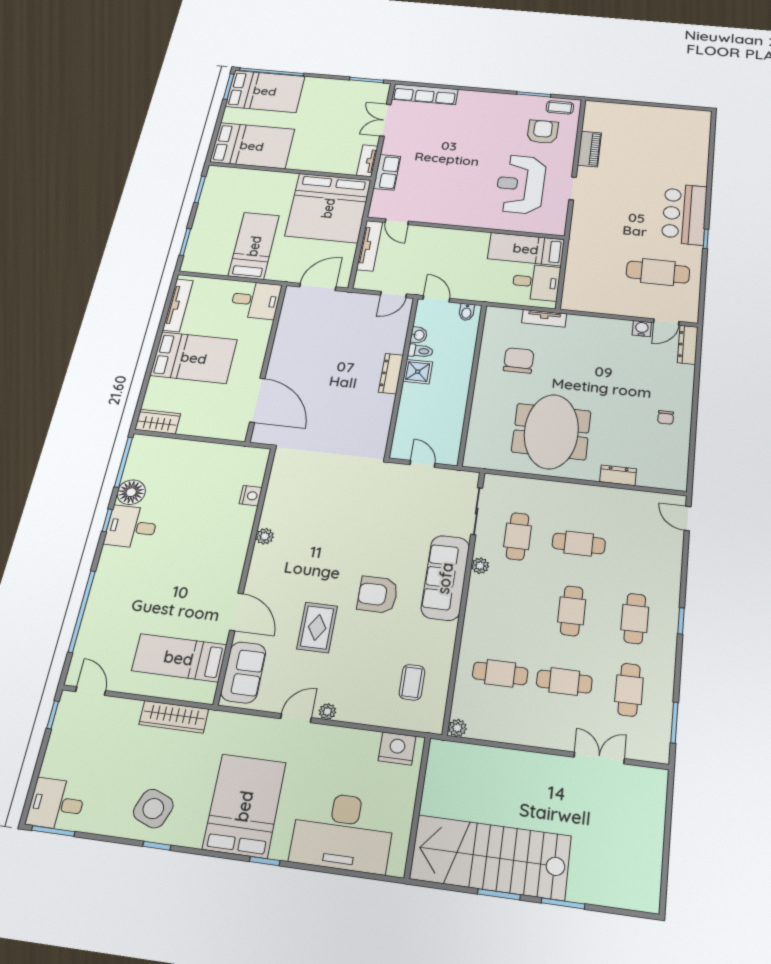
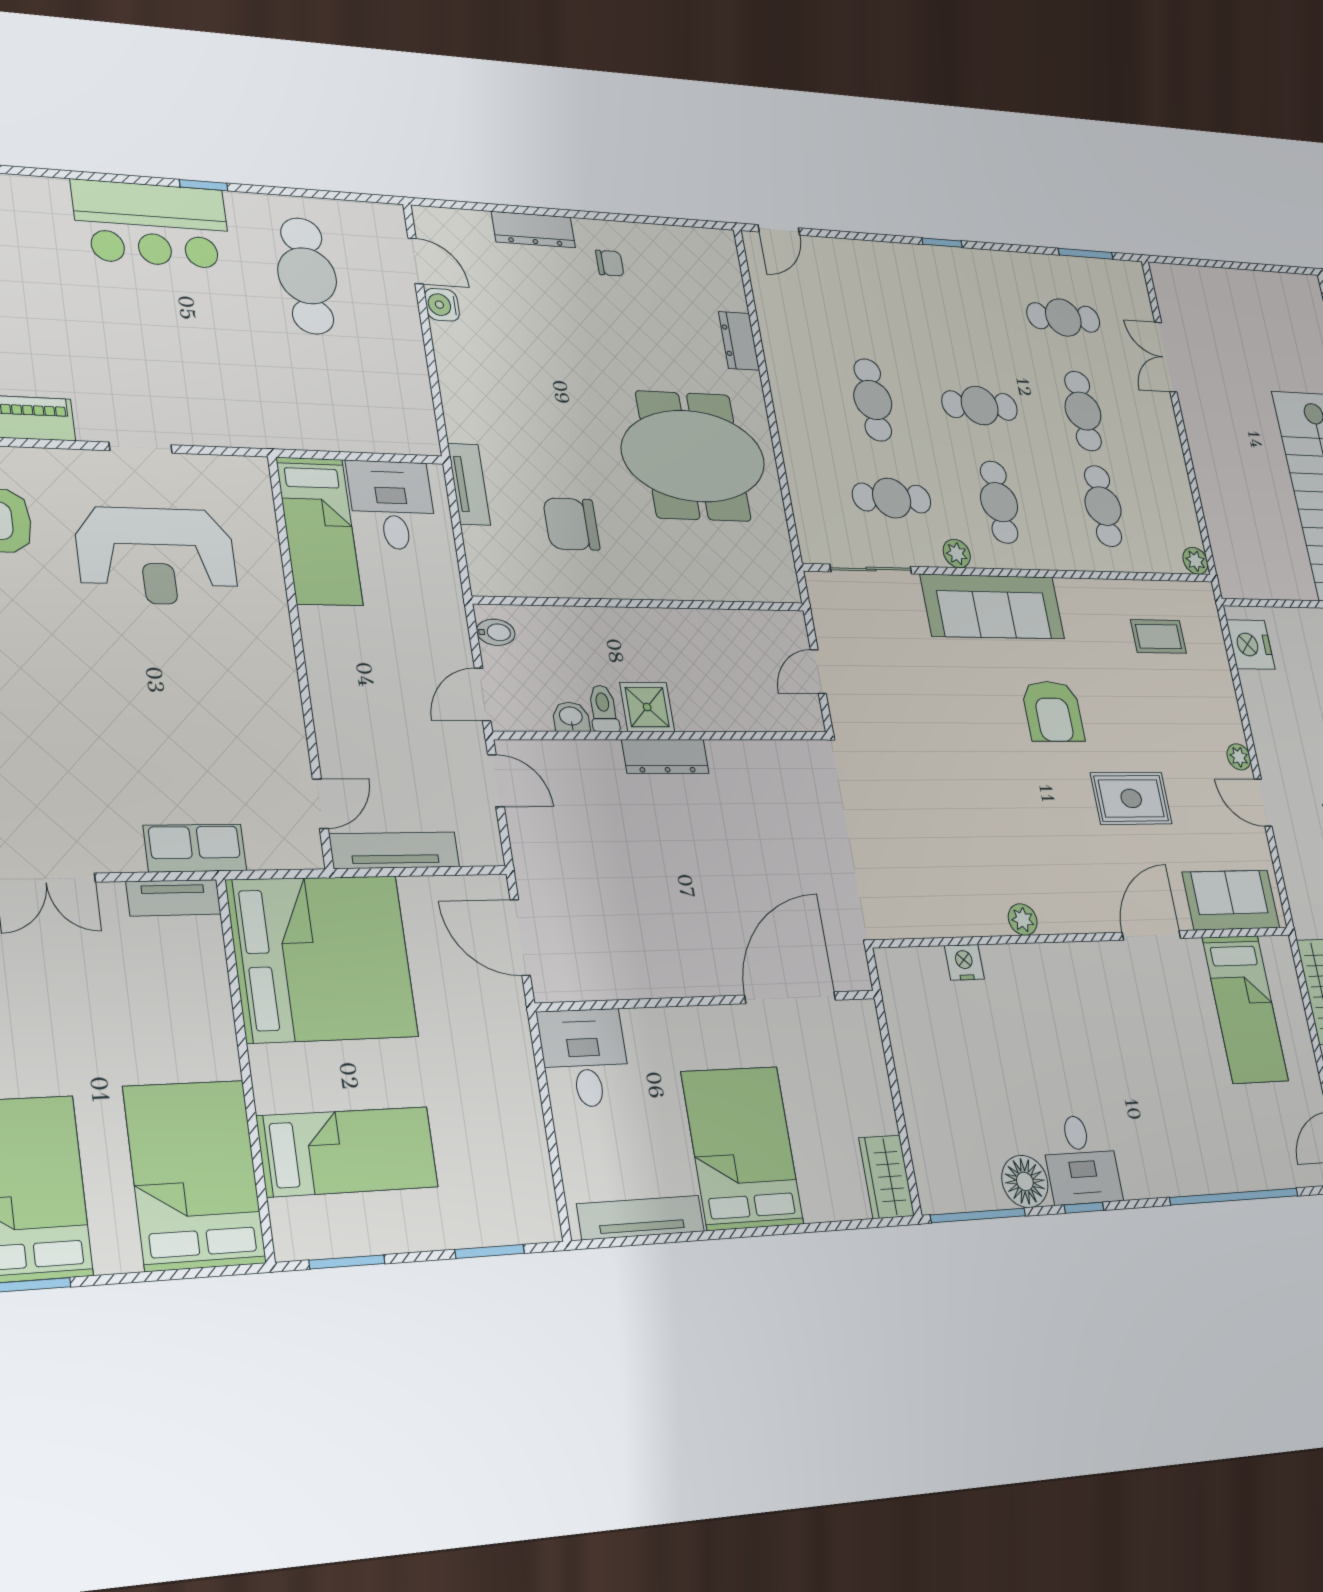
bed: (254, 246) -> (348, 1152), moved, turned 180
dresser: (688, 345) -> (533, 229), moved
cafe table: (635, 618) -> (999, 502), moved, turned 90

